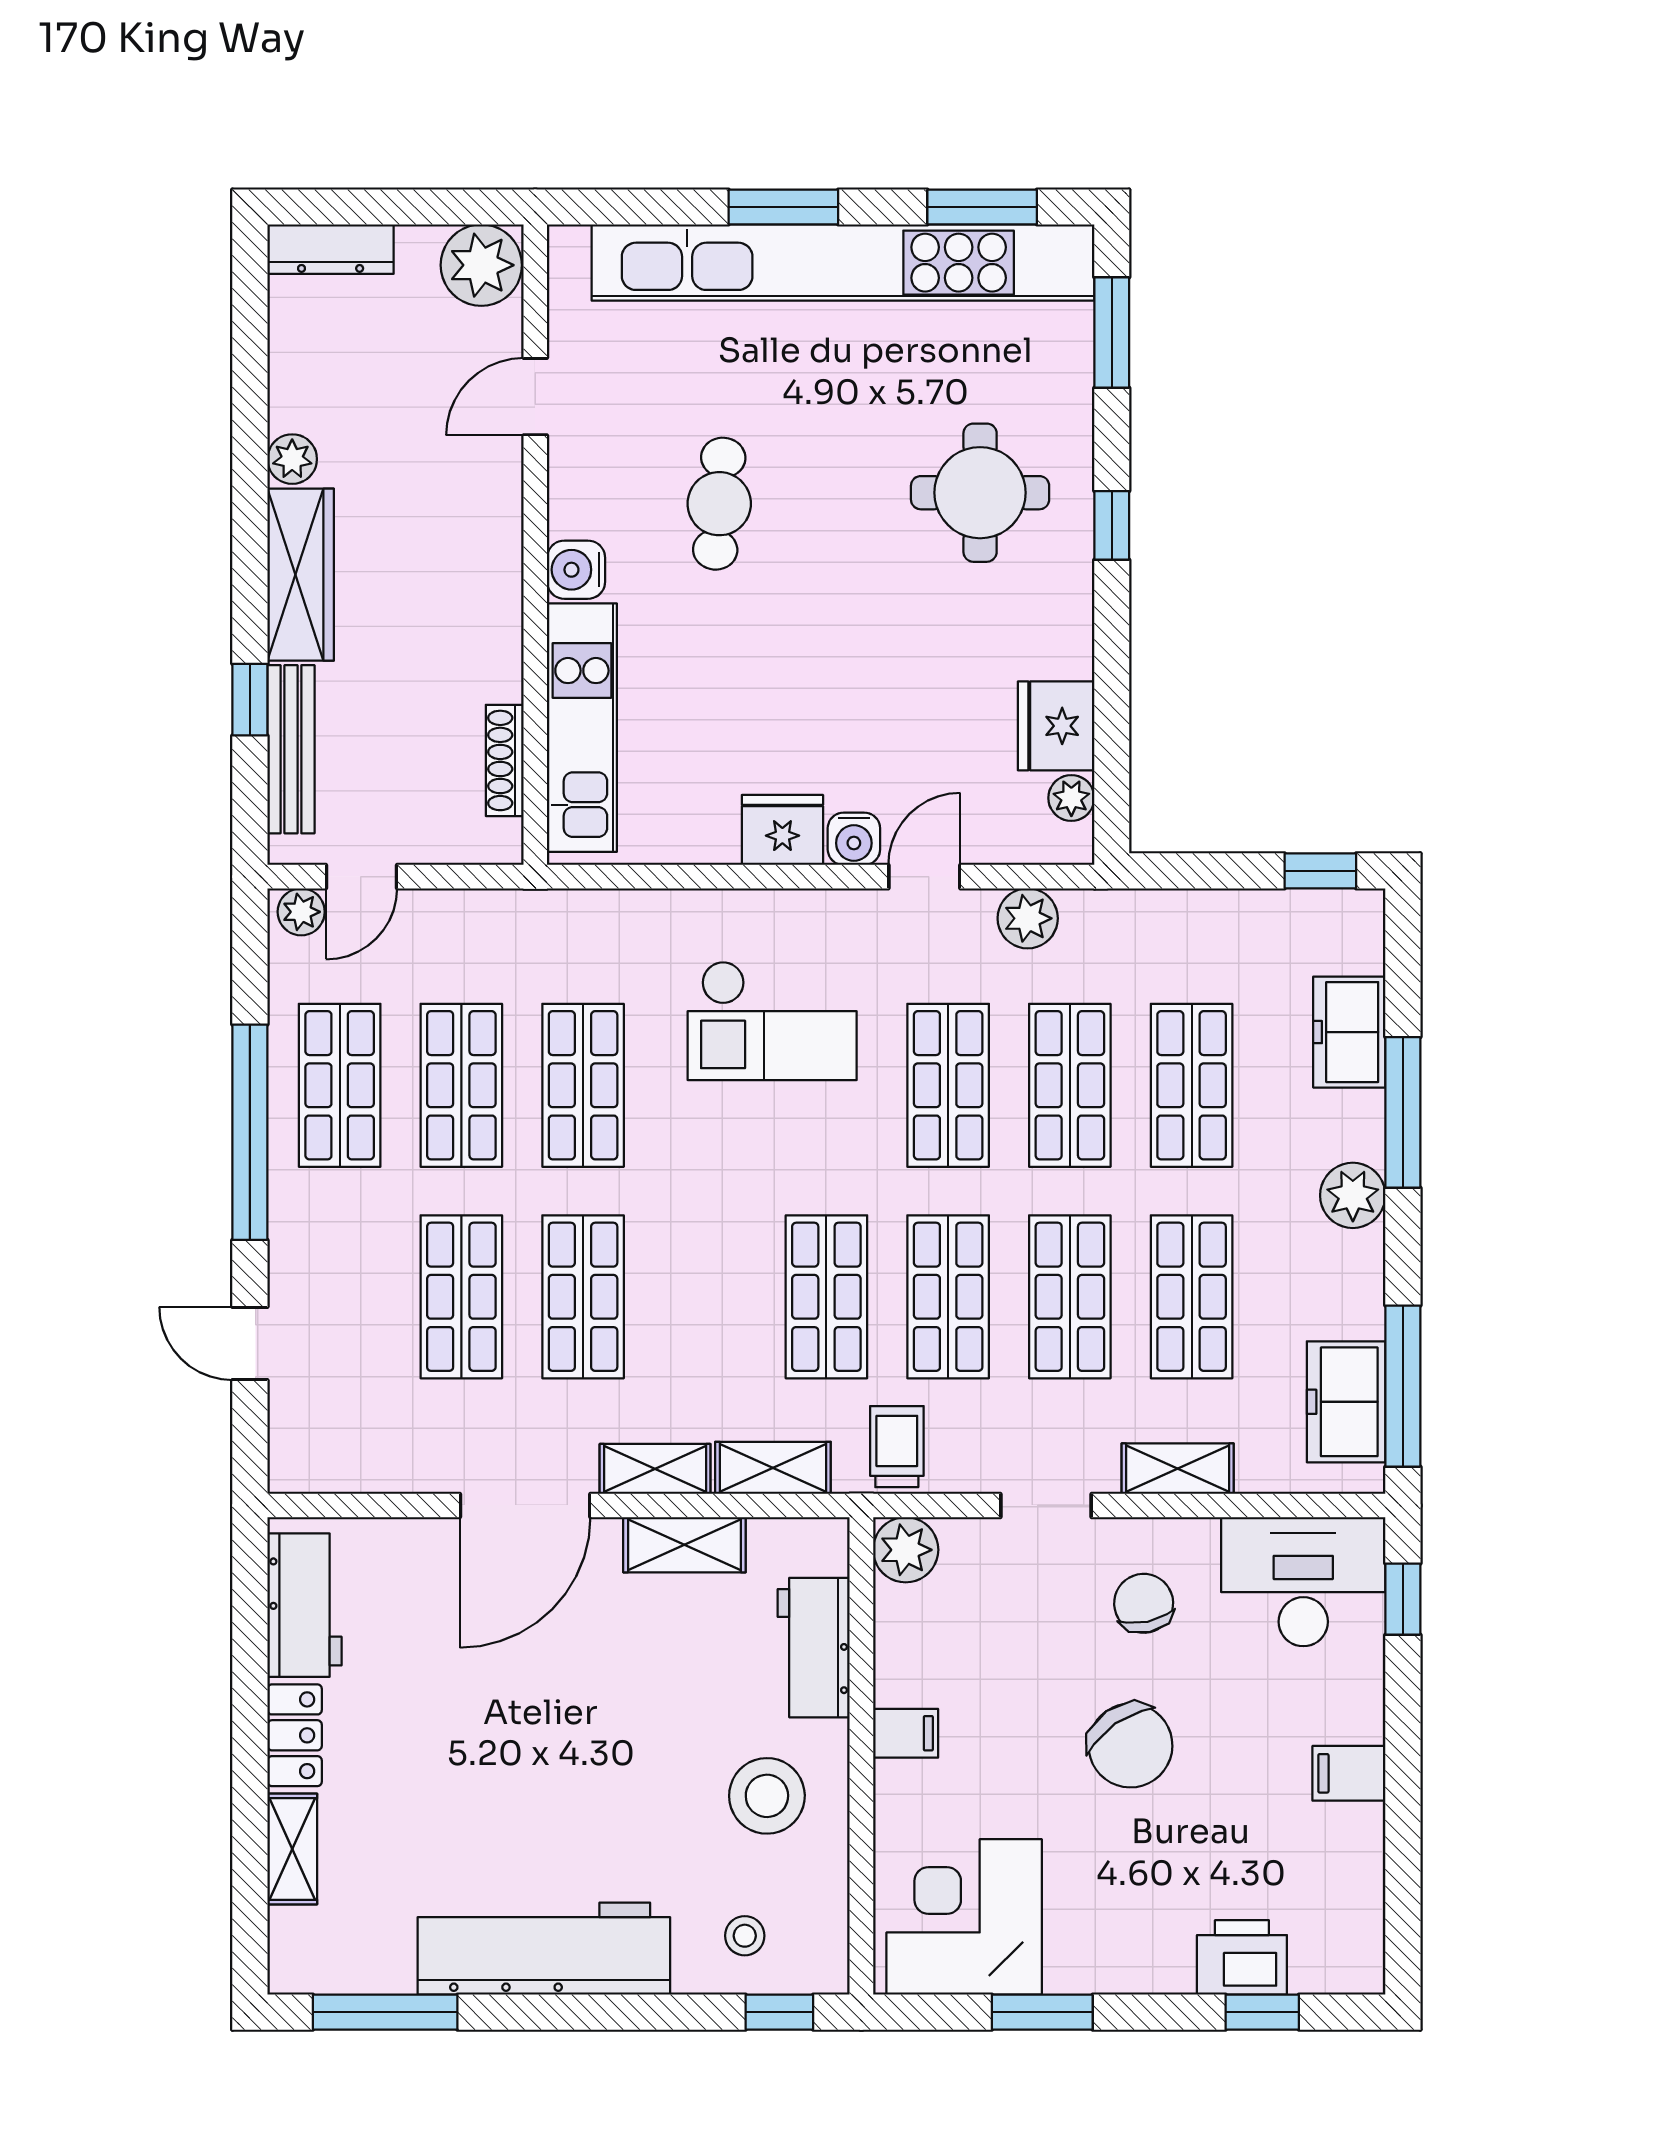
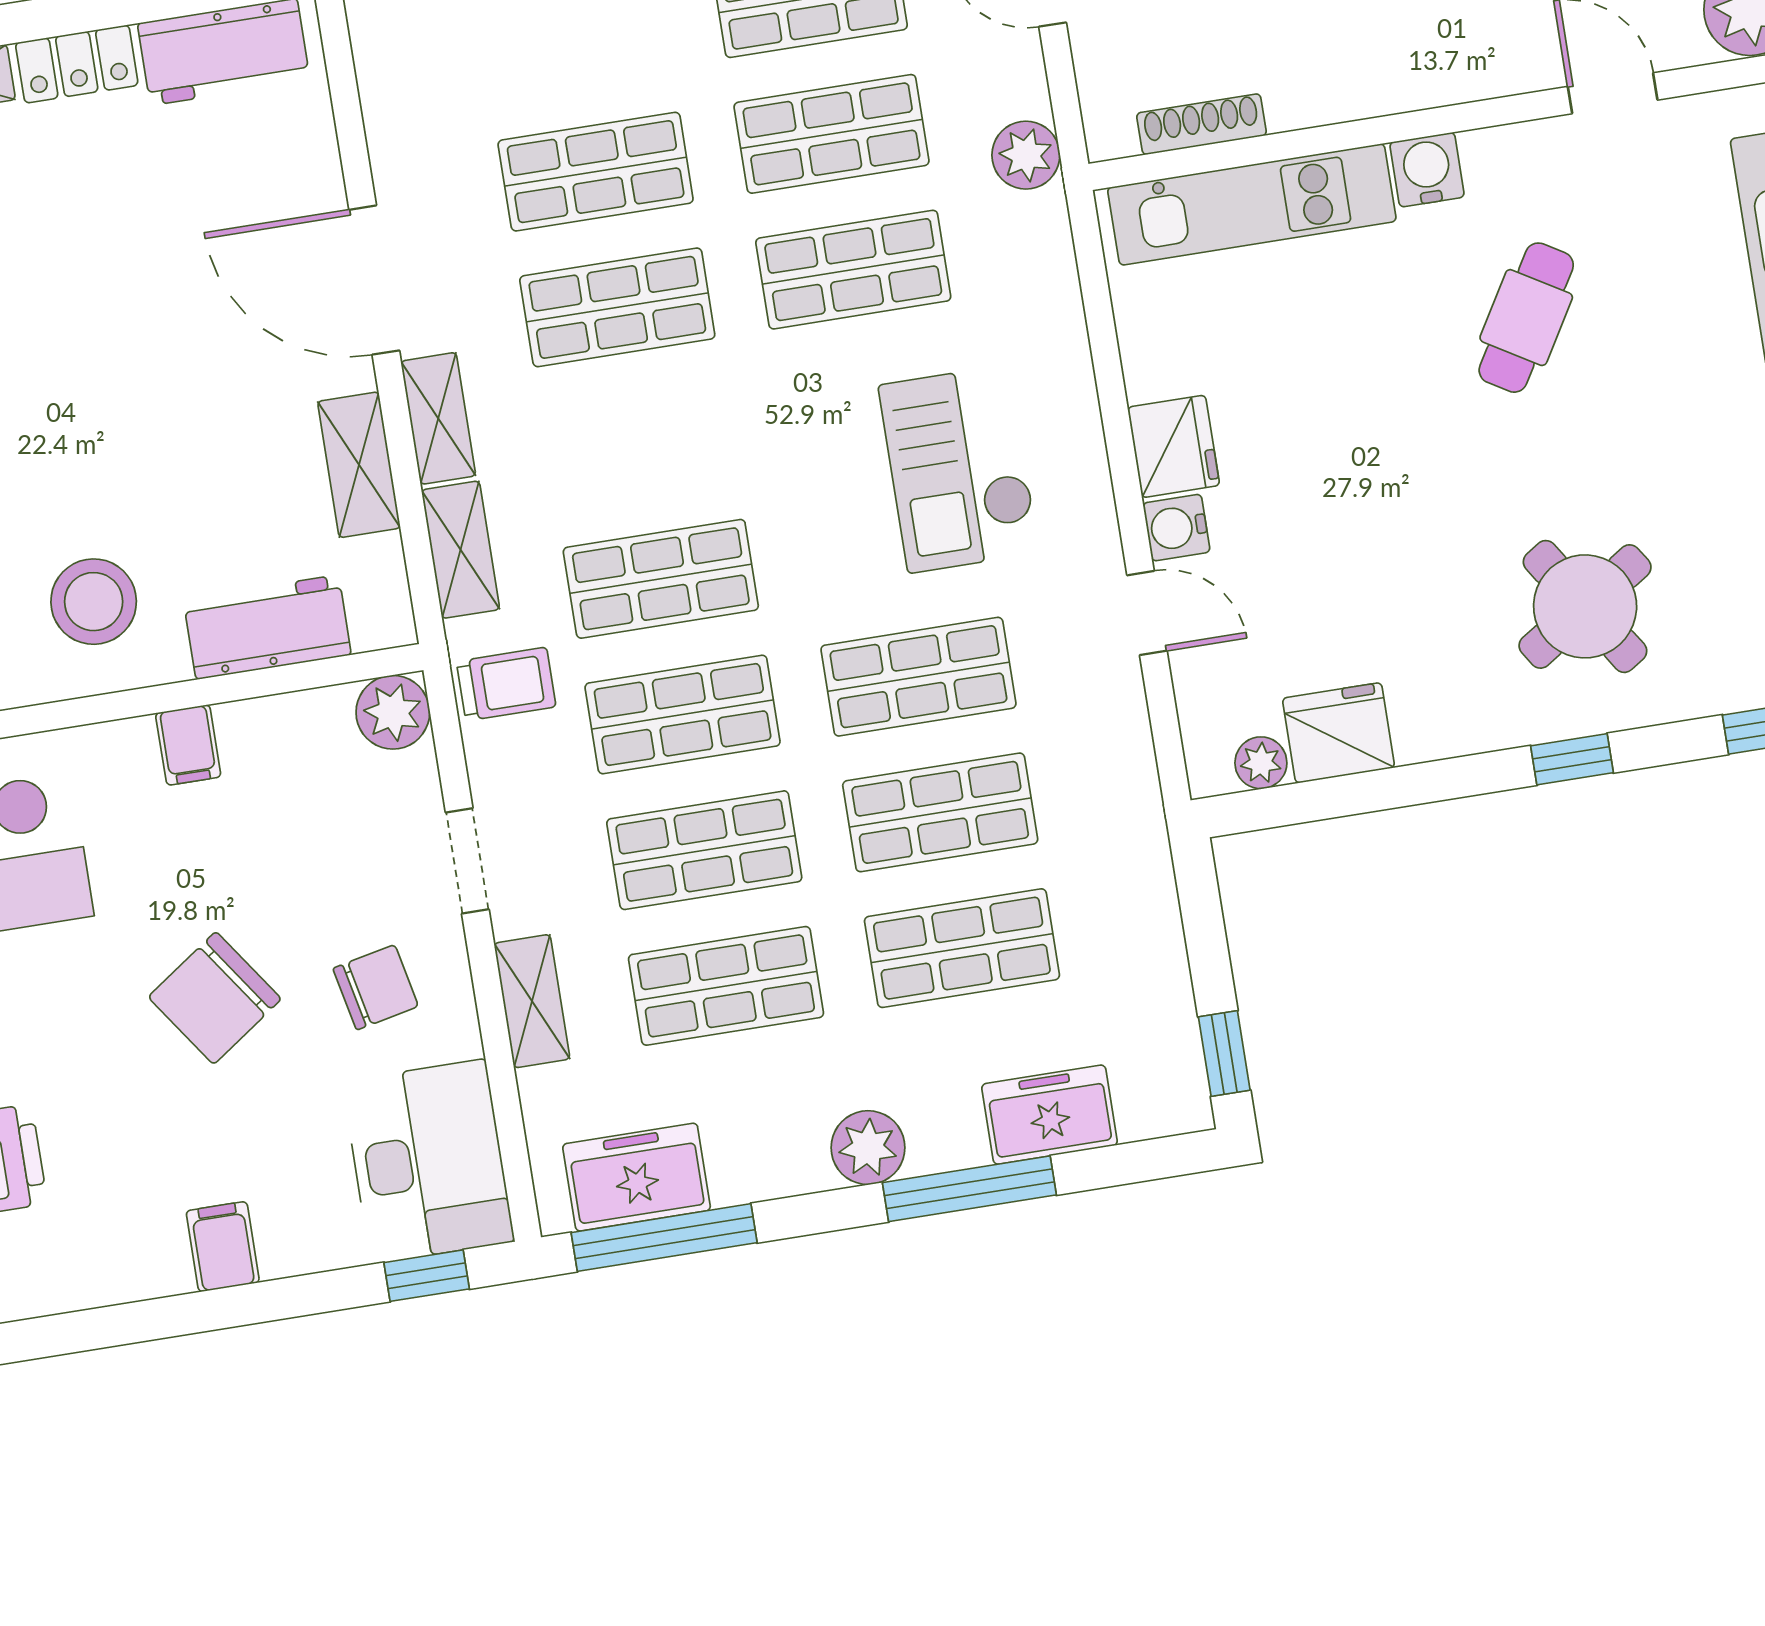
round table: (980, 493) -> (1585, 606), turned -33
cafe table: (719, 504) -> (1526, 318), turned -64
plant: (1028, 918) -> (1026, 155), moved

